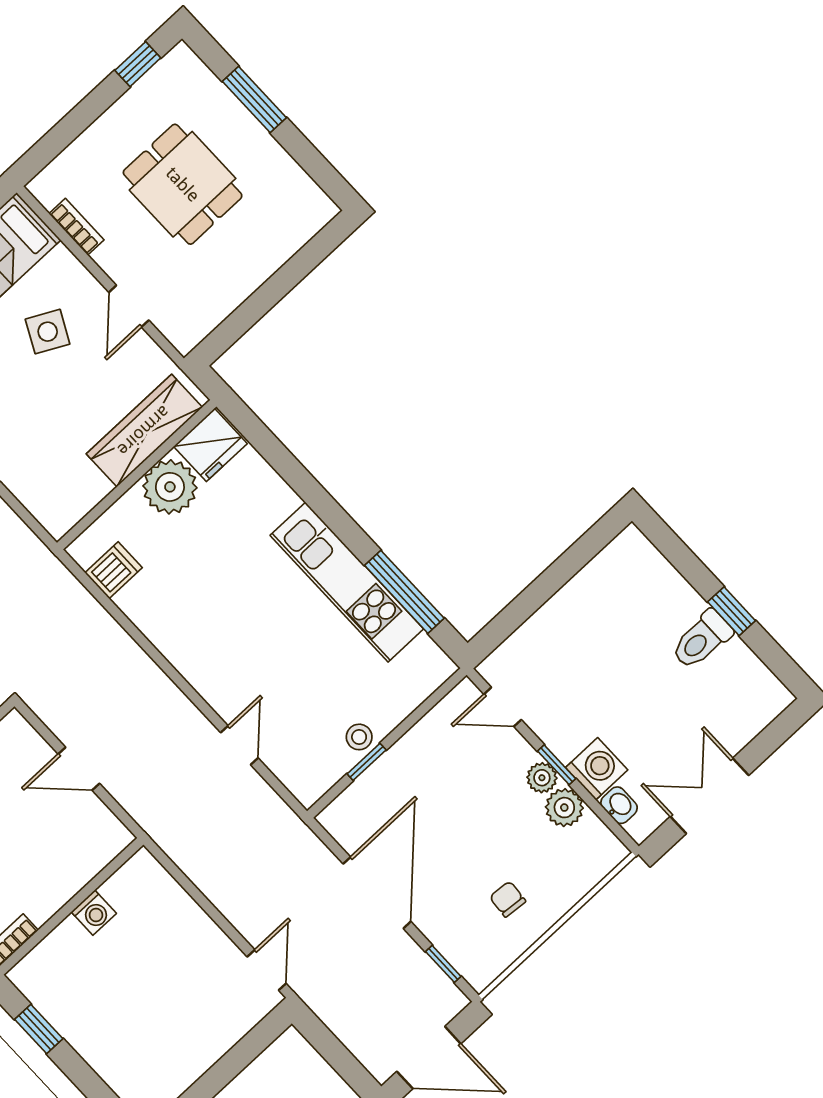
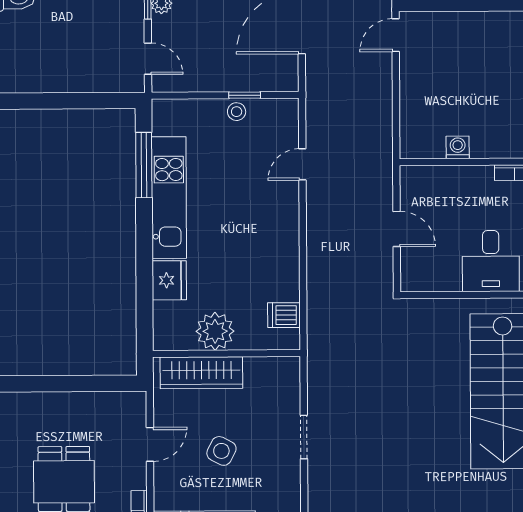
side table: (48, 332) -> (221, 451), moved
fridge: (210, 445) -> (169, 280), moved, turned 90

